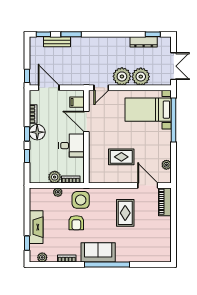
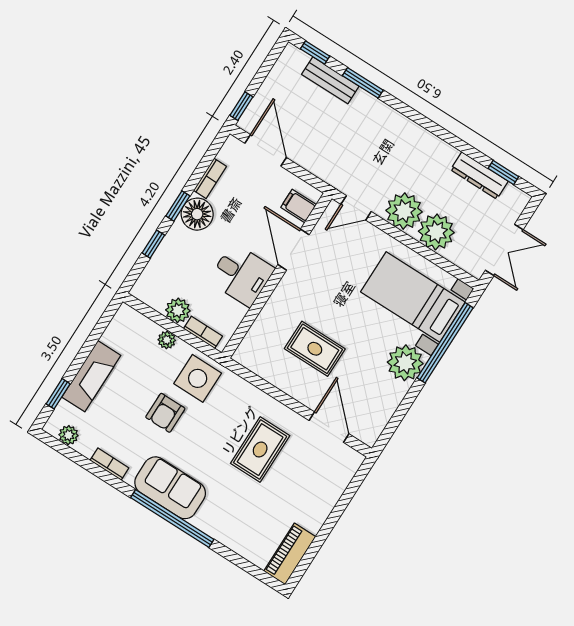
plant: (166, 165) -> (405, 363), moved, width x1.88, depth x1.88
piano: (165, 202) -> (290, 554), moved

